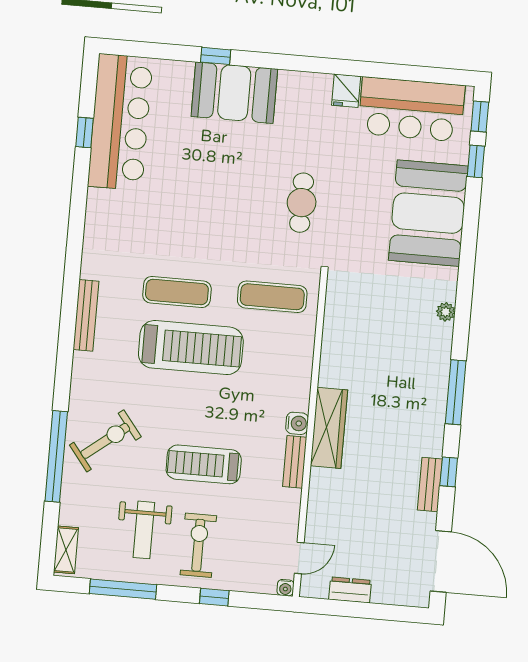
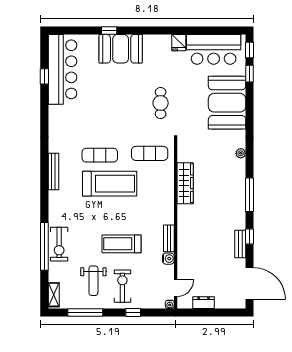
water cooler: (297, 423) -> (168, 259), moved
wardrobe: (329, 428) -> (185, 183), moved
exercise bike: (105, 441) -> (59, 244), moved, turned 128

